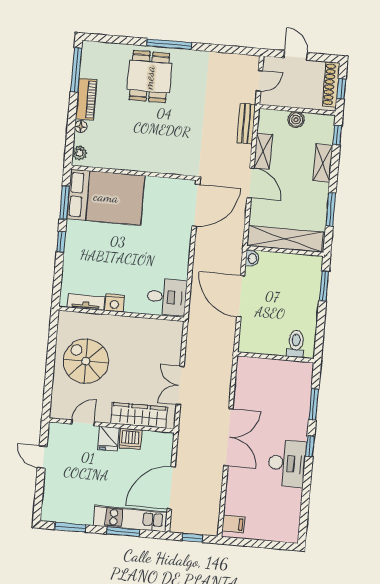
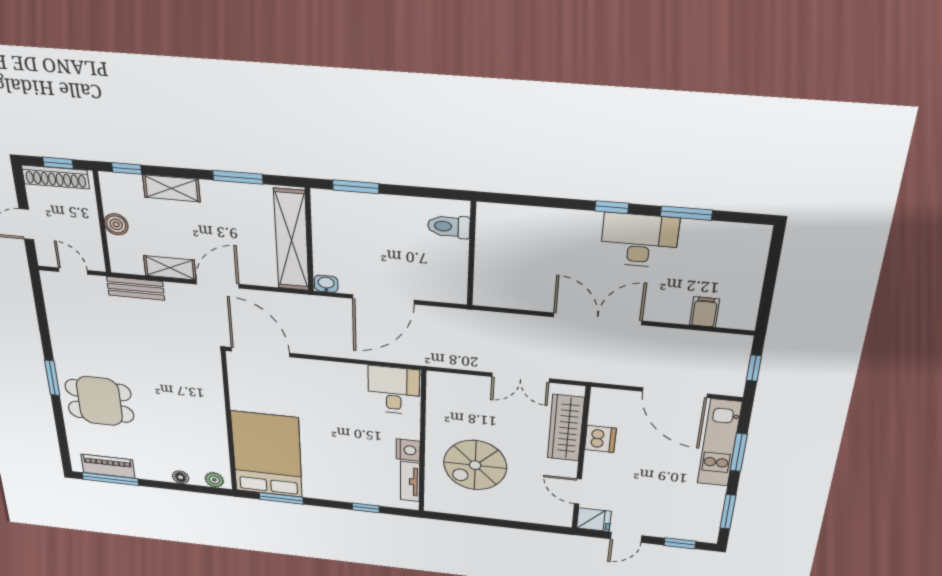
window: (169, 44) -> (52, 378), width x0.69
piano: (86, 99) -> (108, 466), moved
window: (61, 242) -> (366, 508), moved
spiral stairs: (86, 361) -> (475, 465), moved
window: (314, 404) -> (686, 213), moved
fridge: (108, 439) -> (594, 520), moved
window: (39, 495) -> (680, 543), added
filing cabinet: (233, 524) -> (705, 312), moved

